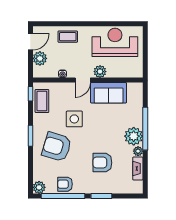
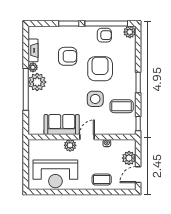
coffee table: (42, 101) -> (122, 106), moved, turned 90
armchair: (57, 147) -> (100, 69), moved, turned -107

